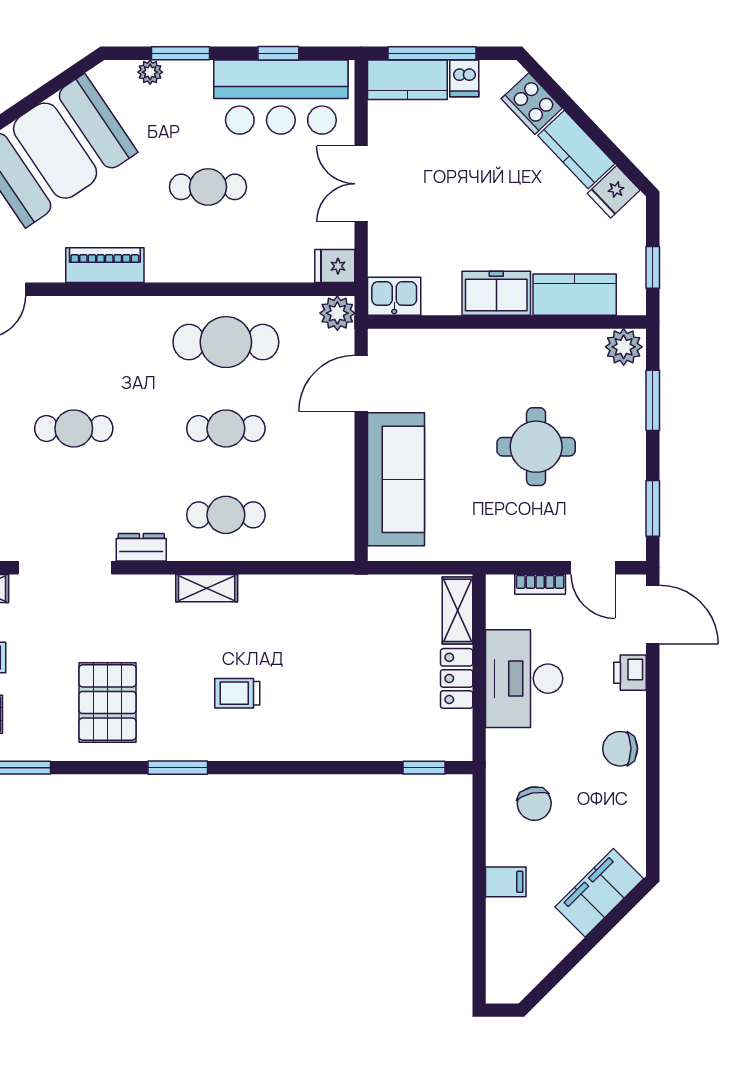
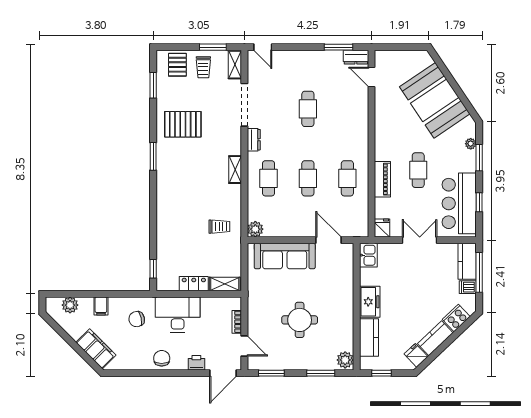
piano: (105, 265) -> (382, 179), moved
plant: (337, 313) -> (255, 229), moved
cafe table: (226, 342) -> (347, 178), width x0.73, depth x0.74
door: (593, 568) -> (244, 346), swing flipped
desk: (524, 679) -> (178, 314), moved
trolley: (237, 693) -> (219, 227), moved, turned 90
plant: (504, 950) -> (70, 305), added

